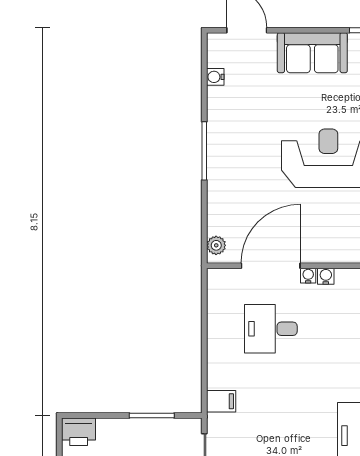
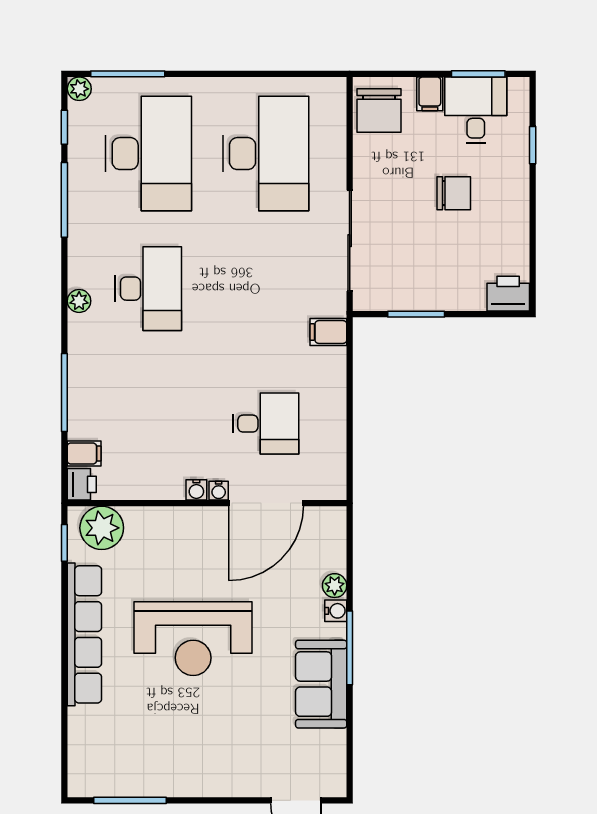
sofa: (312, 53) -> (321, 684), moved, turned -90
water cooler: (215, 77) -> (336, 611), moved
plant: (216, 245) -> (335, 586), moved

